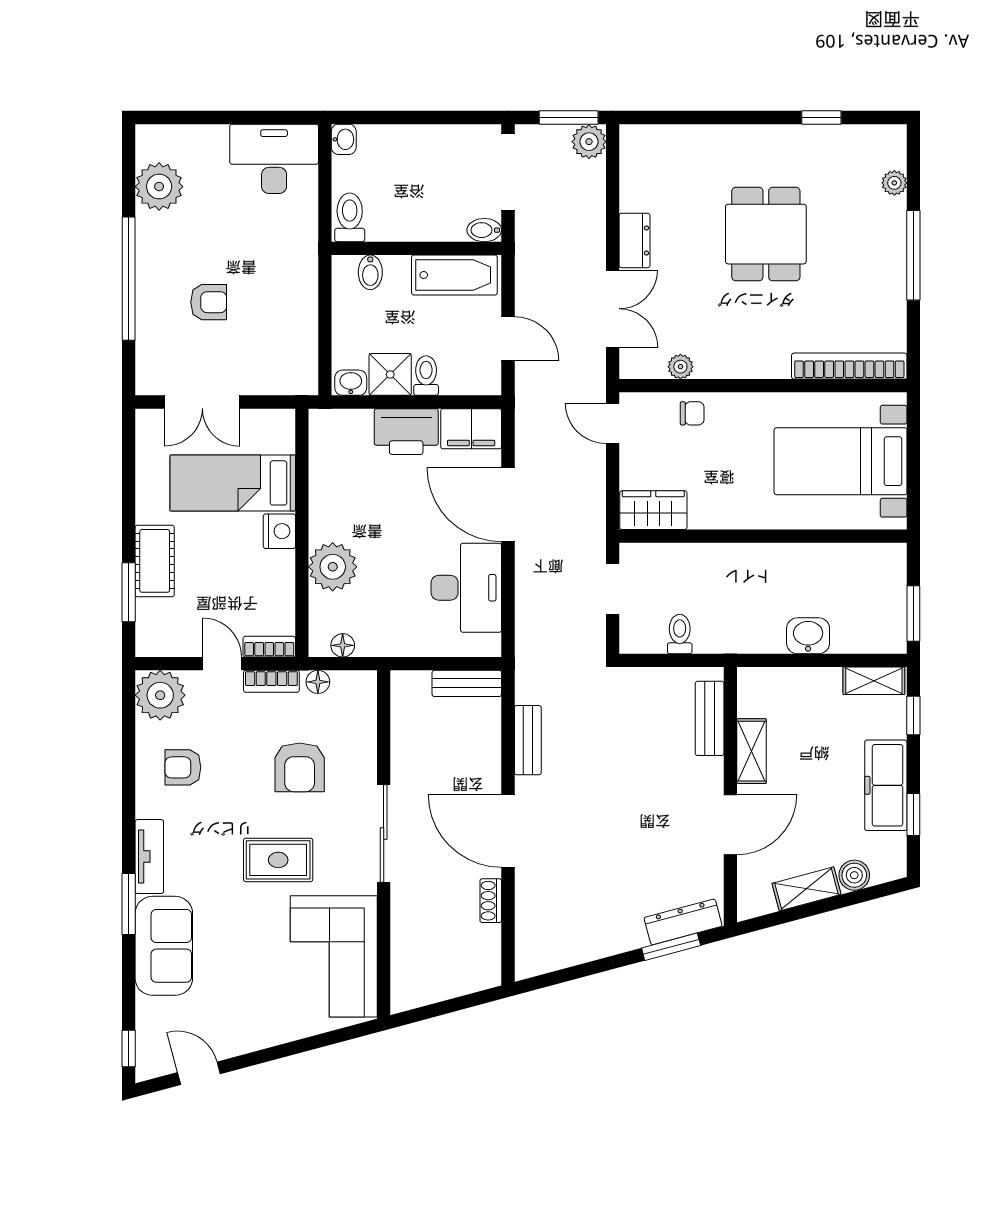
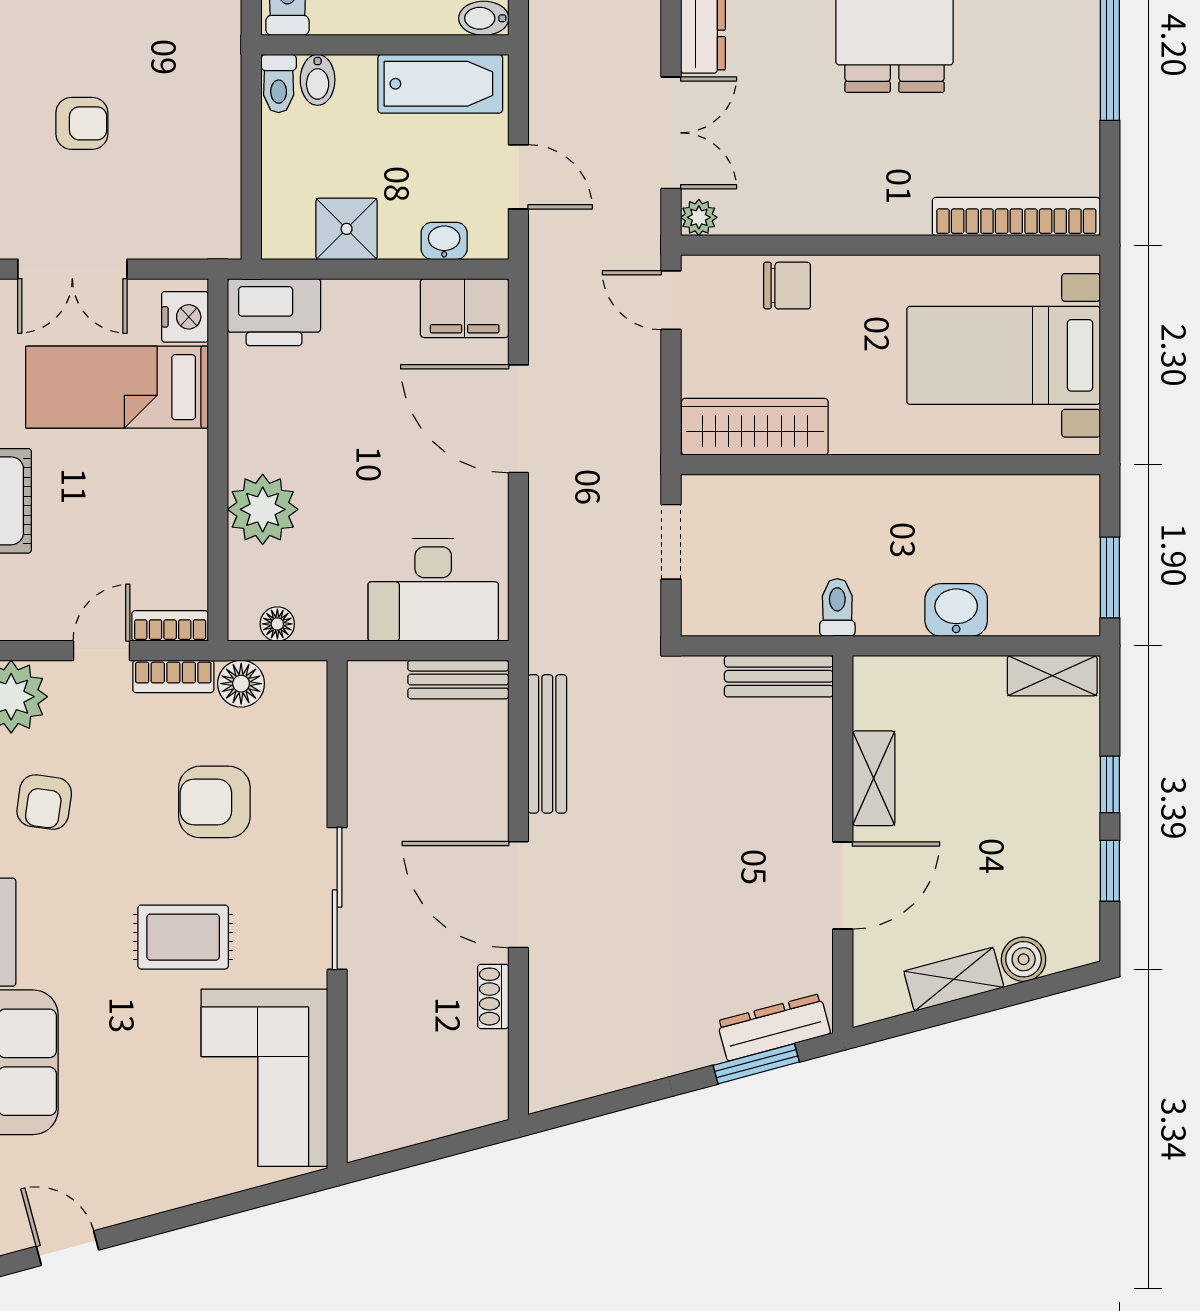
plant: (680, 367) -> (699, 217), moved
toilet: (426, 376) -> (279, 83), moved, turned 180
washbasin: (351, 383) -> (444, 241), moved
chair: (692, 413) -> (787, 286), width x1.37, depth x1.37
printer: (406, 432) -> (274, 312), moved
wardrobe: (653, 510) -> (755, 427), width x1.50
nightstand: (279, 531) -> (185, 317), moved
desk: (466, 588) -> (433, 590), moved, turned 90
toilet: (680, 634) -> (837, 607), moved
door: (222, 664) -> (101, 651), hinge flipped
floor lamp: (318, 682) -> (241, 684), width x1.37, depth x1.37
window: (913, 715) -> (1110, 784), moved
bench: (710, 718) -> (779, 676), moved, turned 90
bench: (528, 740) -> (547, 744), width x1.36
armchair: (183, 767) -> (44, 802), turned -82
armchair: (300, 767) -> (214, 802), turned 90
freezer: (886, 785) -> (1070, 828), removed

